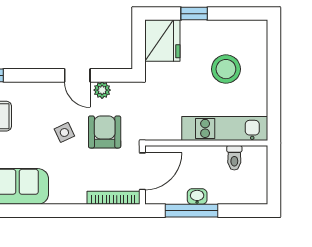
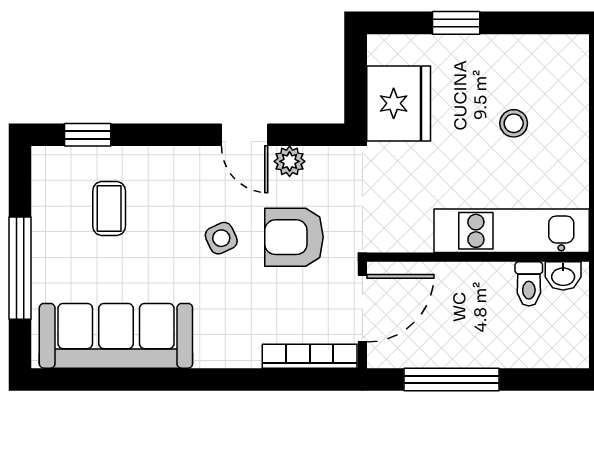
fridge: (162, 40) -> (399, 103), moved
stool: (226, 69) -> (514, 123), width x0.53, depth x0.53
armchair: (105, 132) -> (294, 237), turned -90
washbasin: (197, 197) -> (563, 276), moved, turned 180

